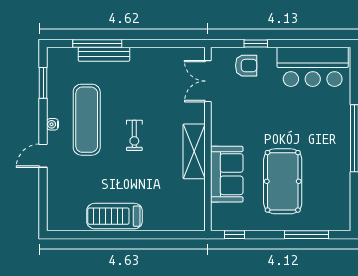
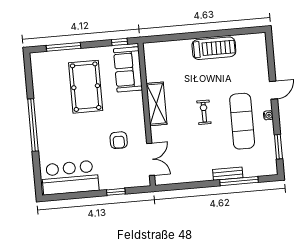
bench: (104, 54) -> (228, 174), width x0.73
armchair: (246, 66) -> (119, 140), moved, turned -90
sofa: (227, 174) -> (128, 69), moved

